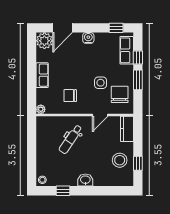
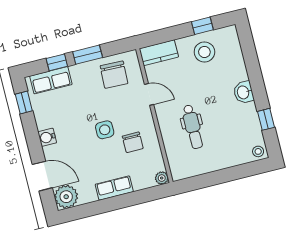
side table: (101, 83) -> (105, 130), moved
chair: (120, 94) -> (114, 75), turned -88
dental chair: (71, 139) -> (193, 127), turned 56

